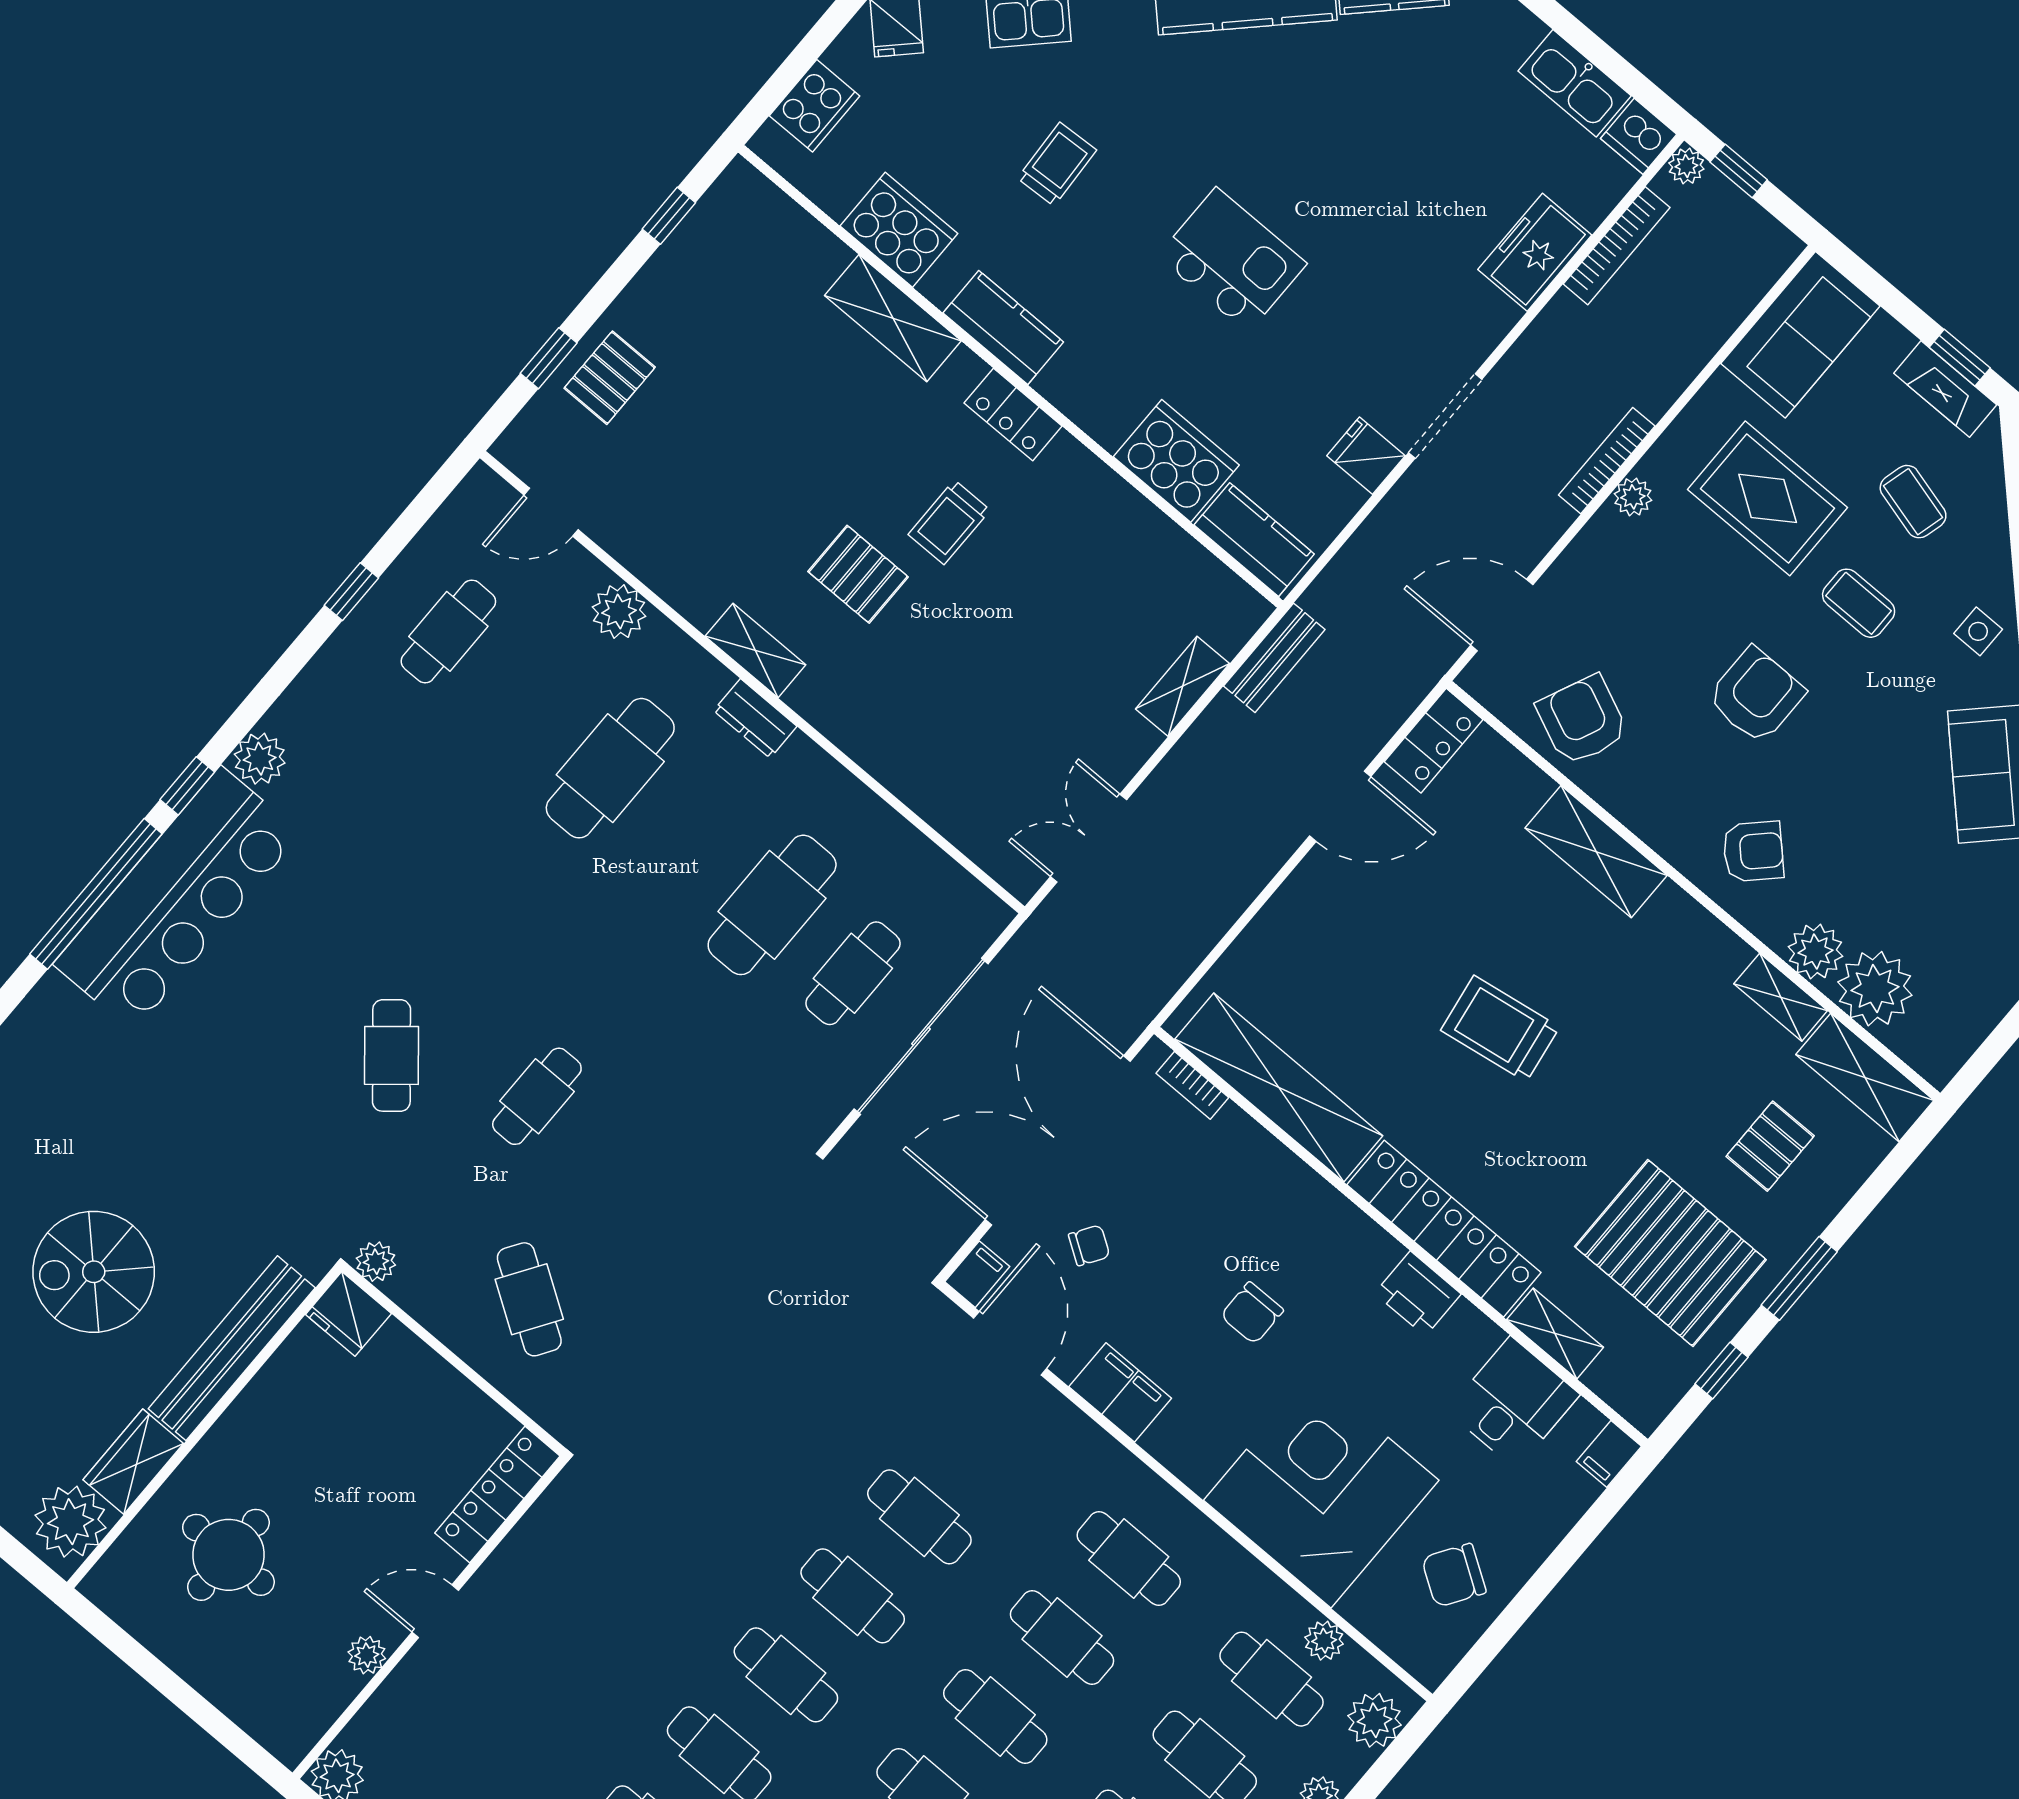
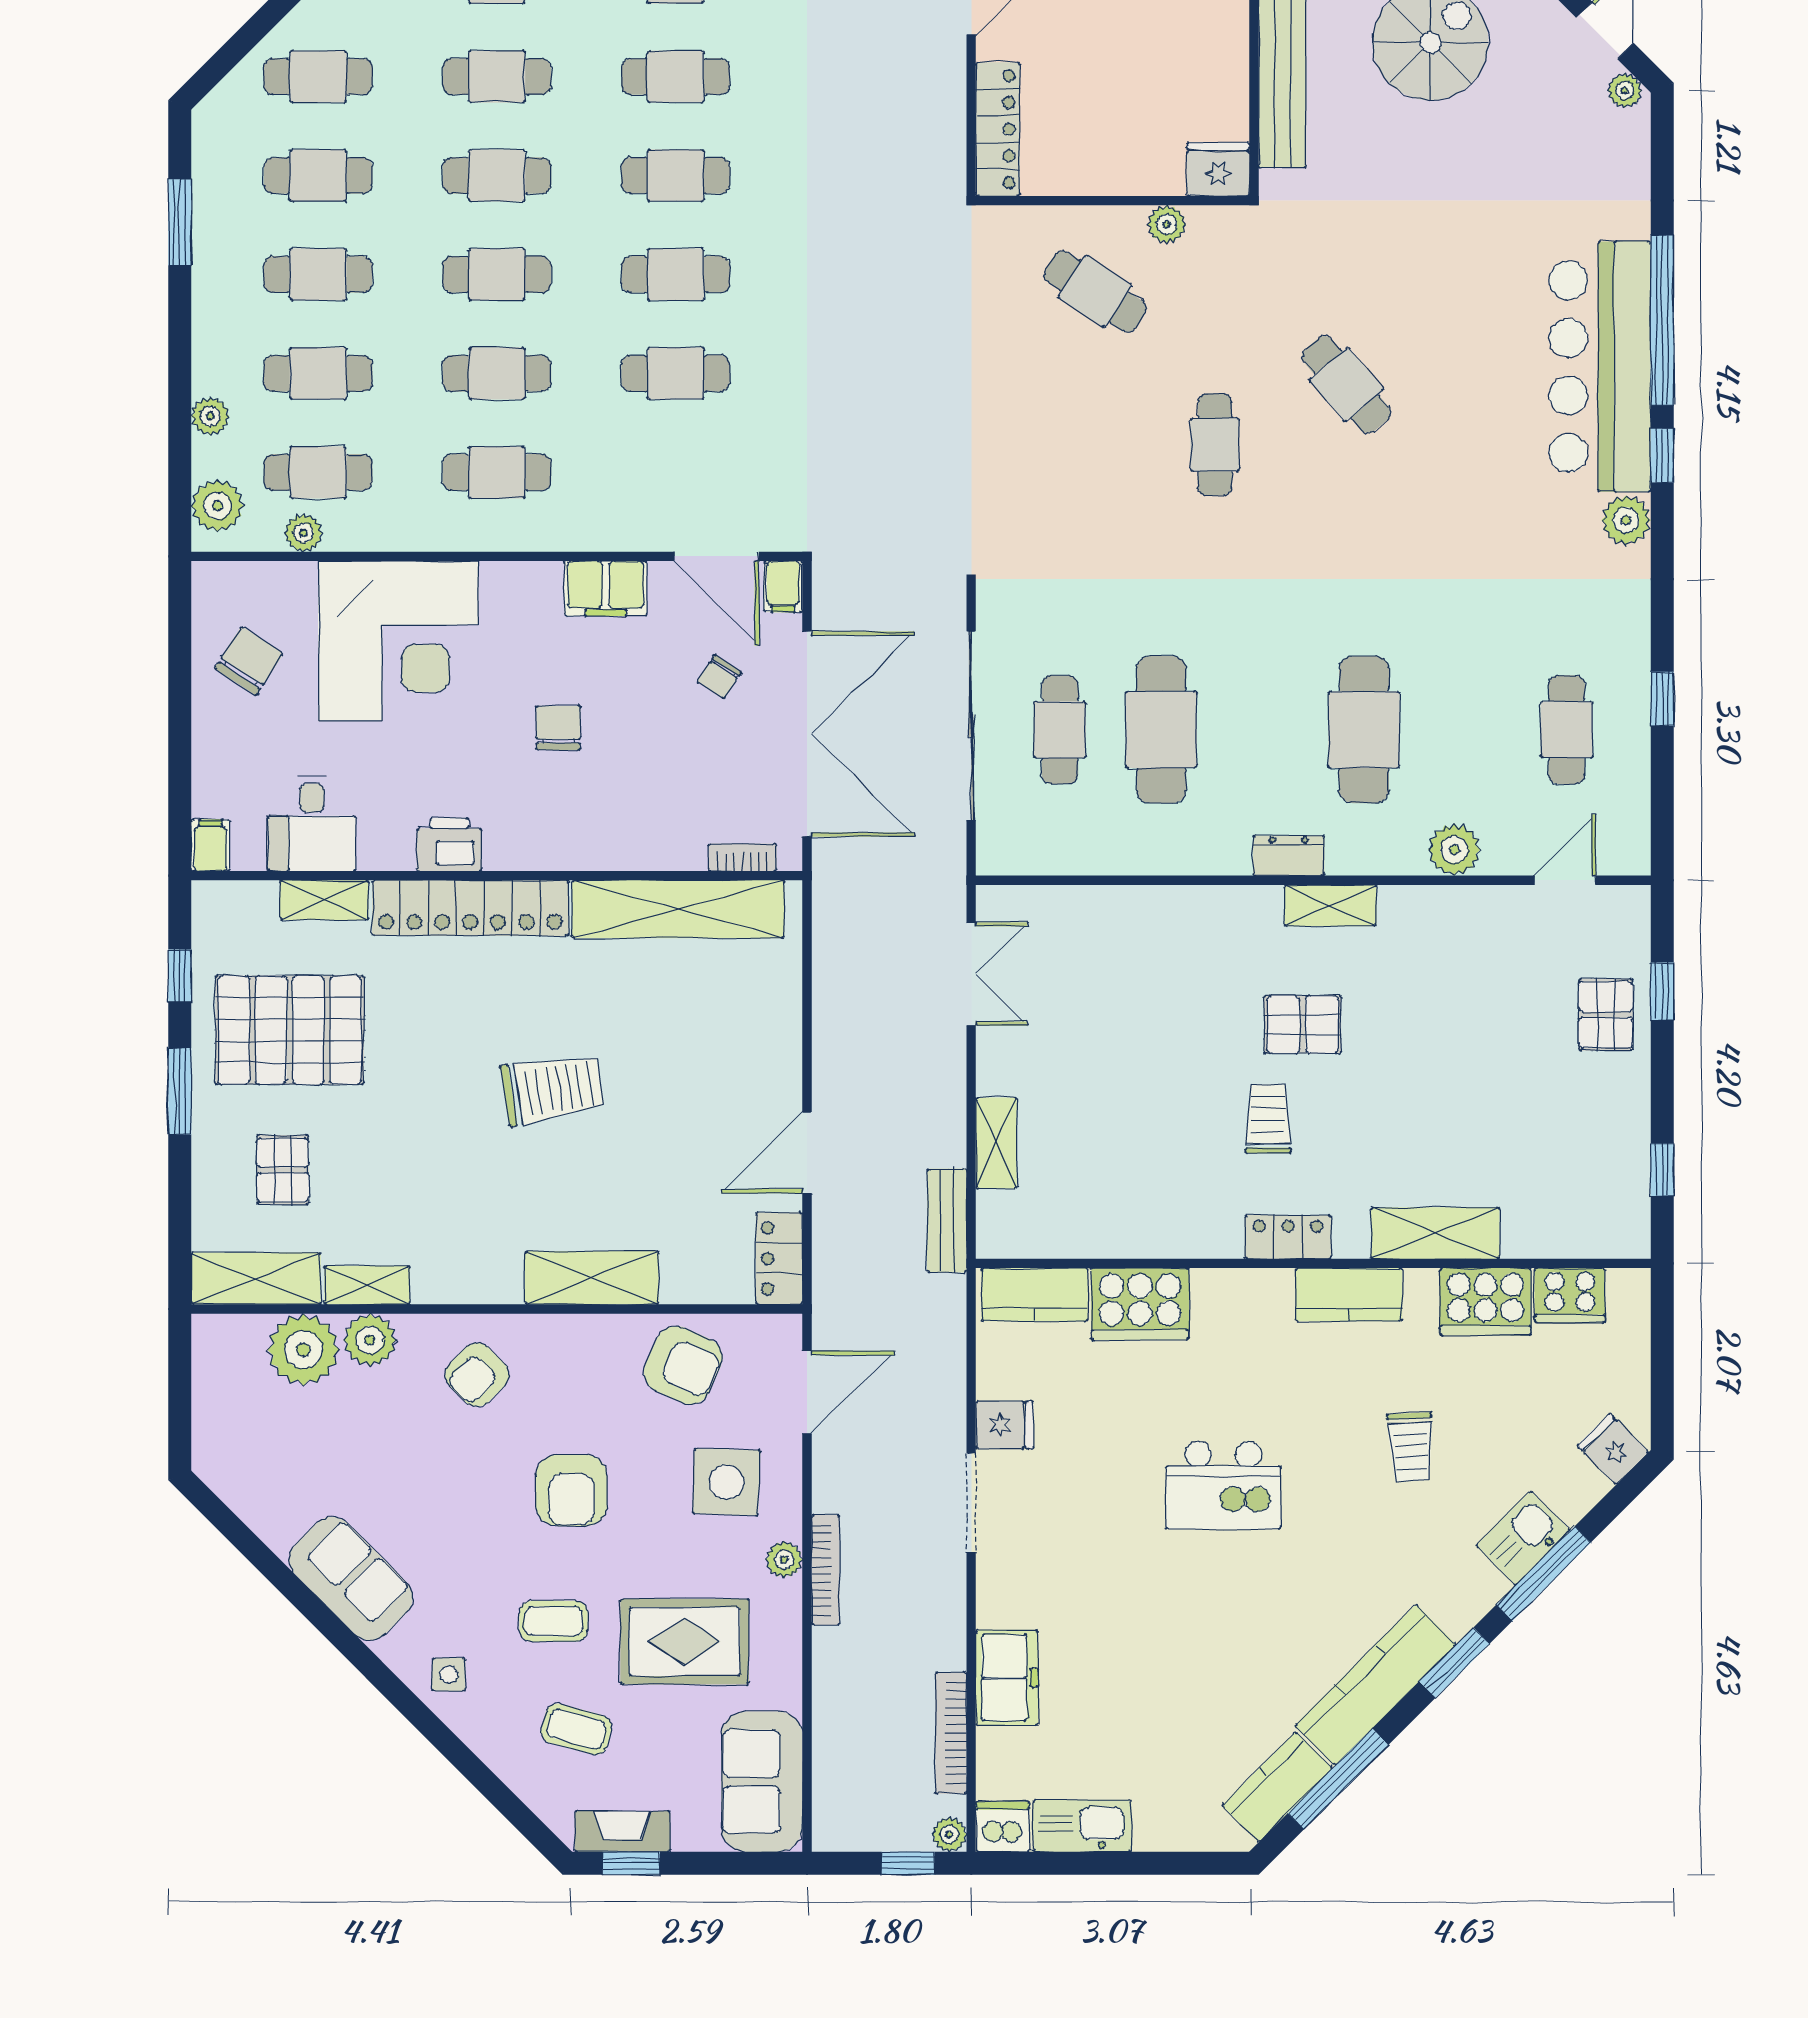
cooker: (815, 106) -> (1570, 1295), moved, turned -90
side table: (1627, 598) -> (726, 1482), added
plant: (376, 1262) -> (1167, 224), moved

